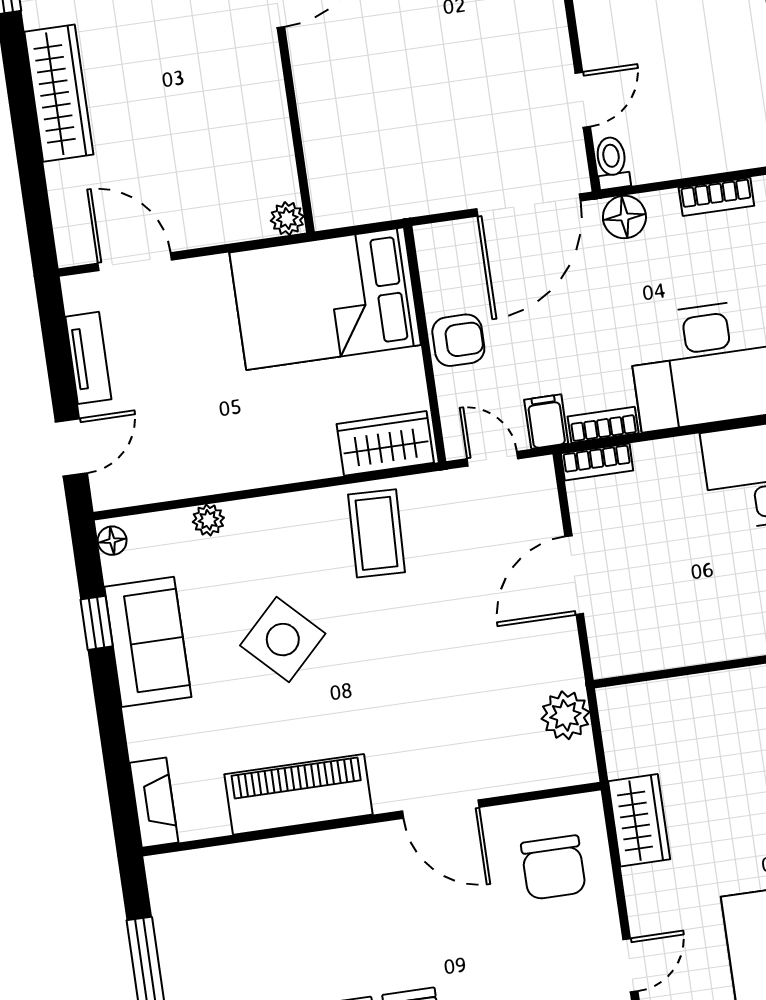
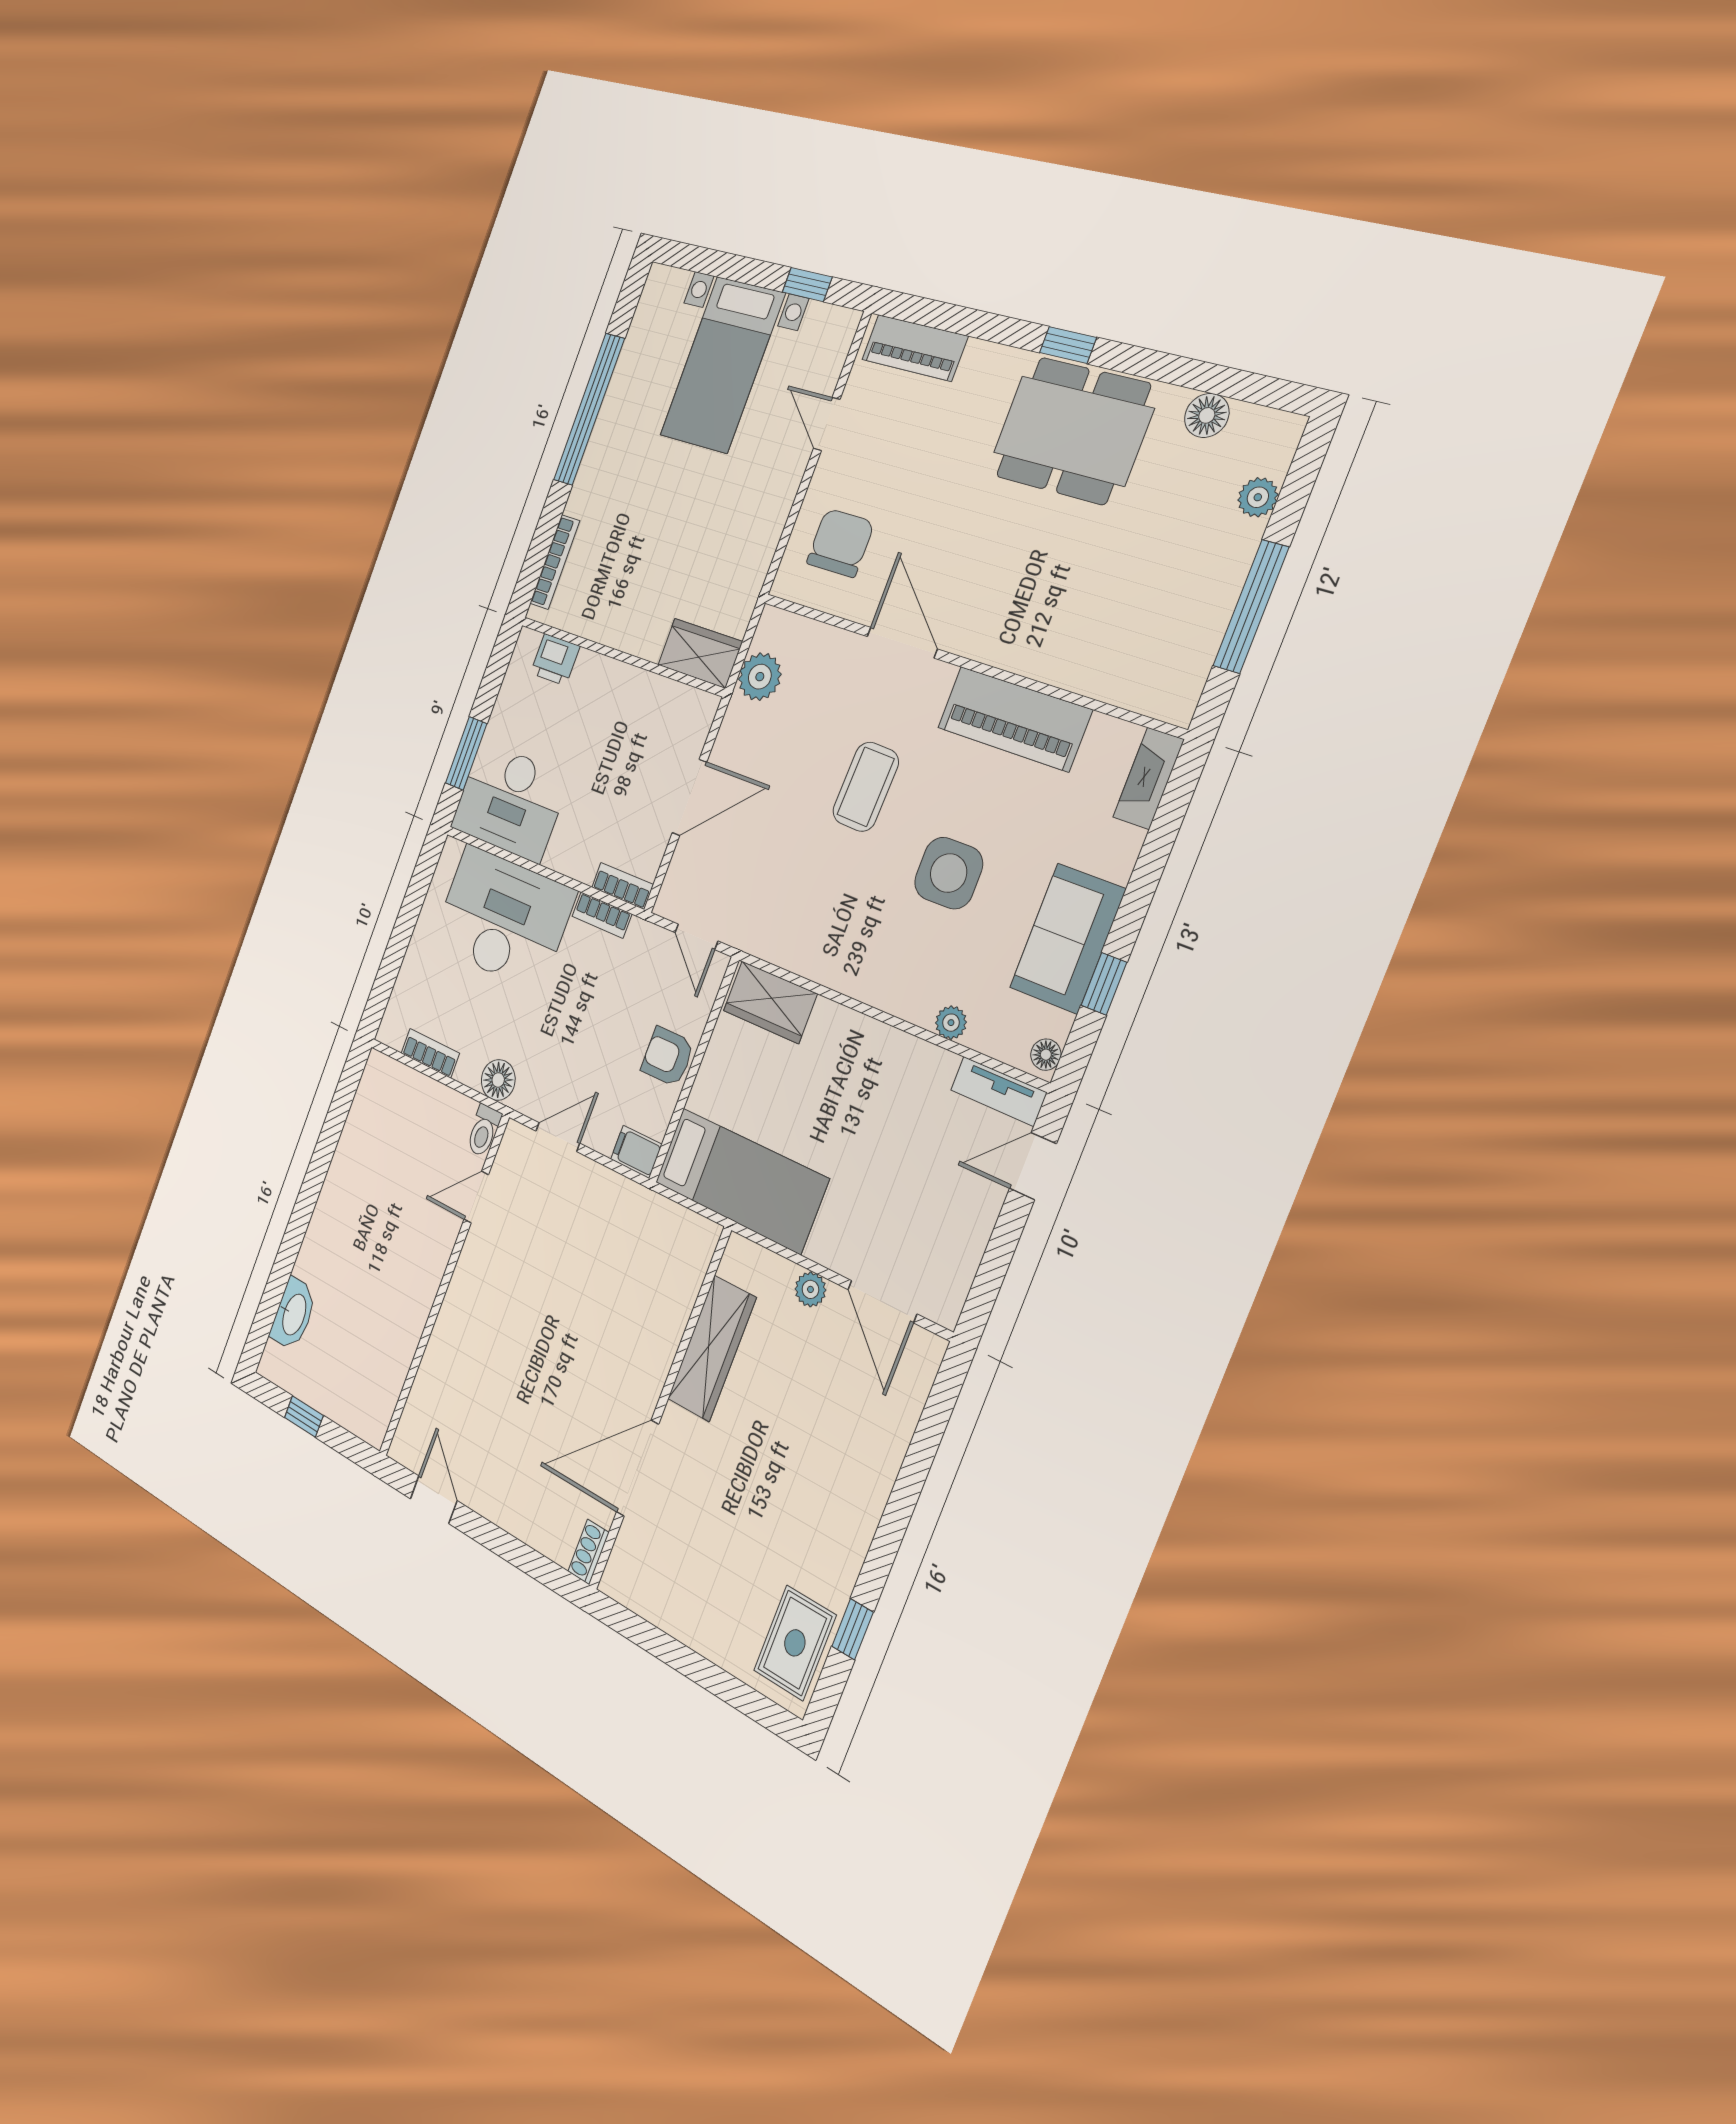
wardrobe: (59, 93) -> (712, 1348), moved, turned 180
door: (529, 205) -> (558, 1137), width x0.53
plant: (287, 219) -> (810, 1289), moved
bed: (325, 299) -> (741, 1180), width x0.67
tv unit: (88, 358) -> (998, 1091), moved, turned -90
filing cabinet: (546, 422) -> (636, 1152), moved, turned 90
coffee table: (377, 533) -> (866, 787), moved
side table: (283, 640) -> (949, 873), turned 45
wardrobe: (639, 820) -> (700, 653), moved, turned 90
door: (630, 965) -> (827, 424), hinge flipped

